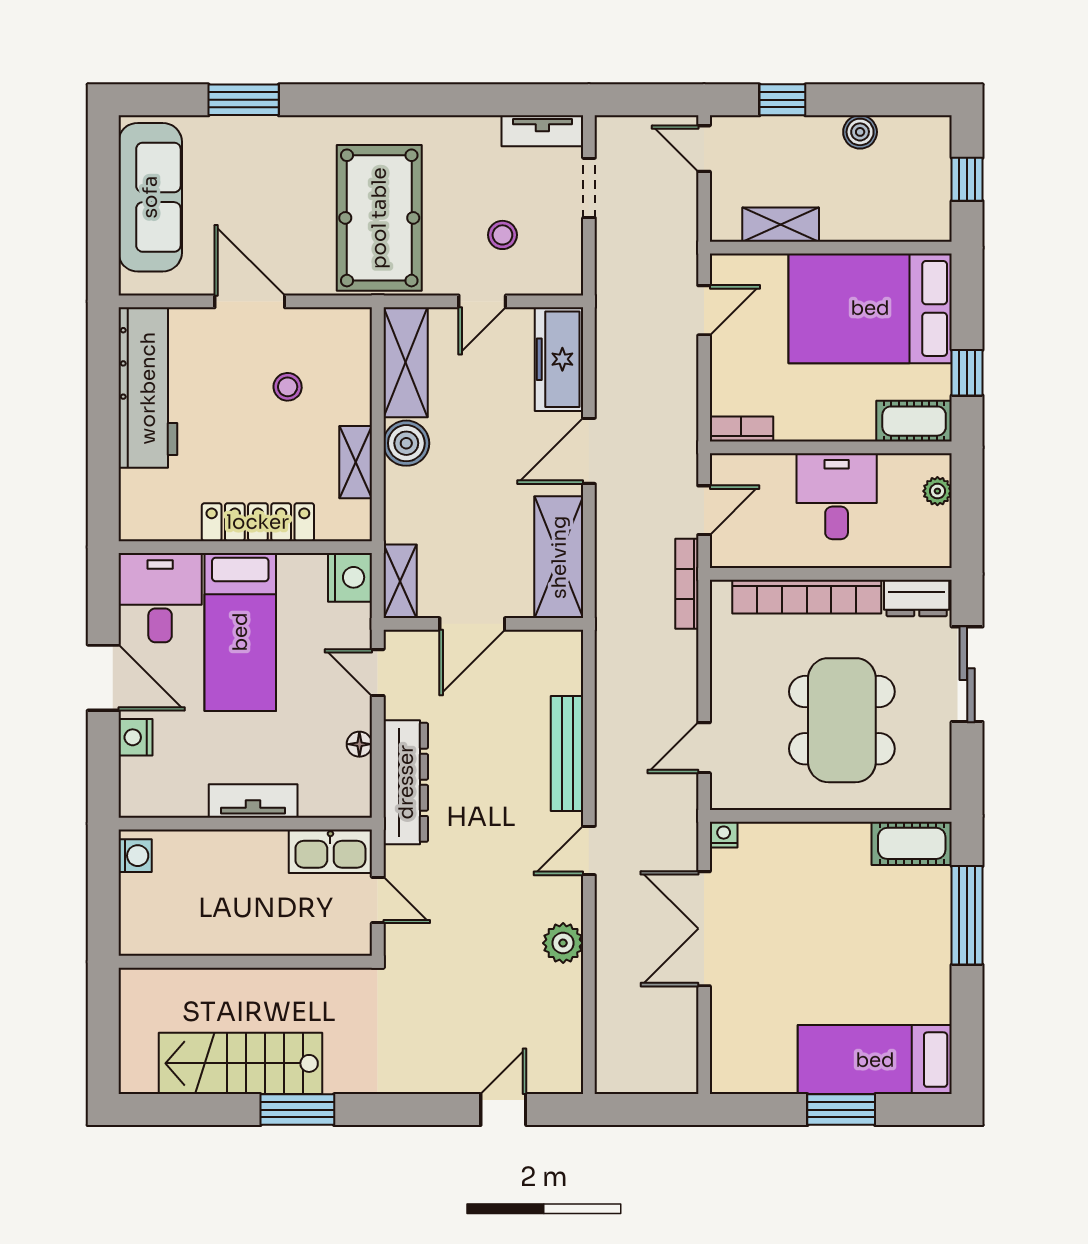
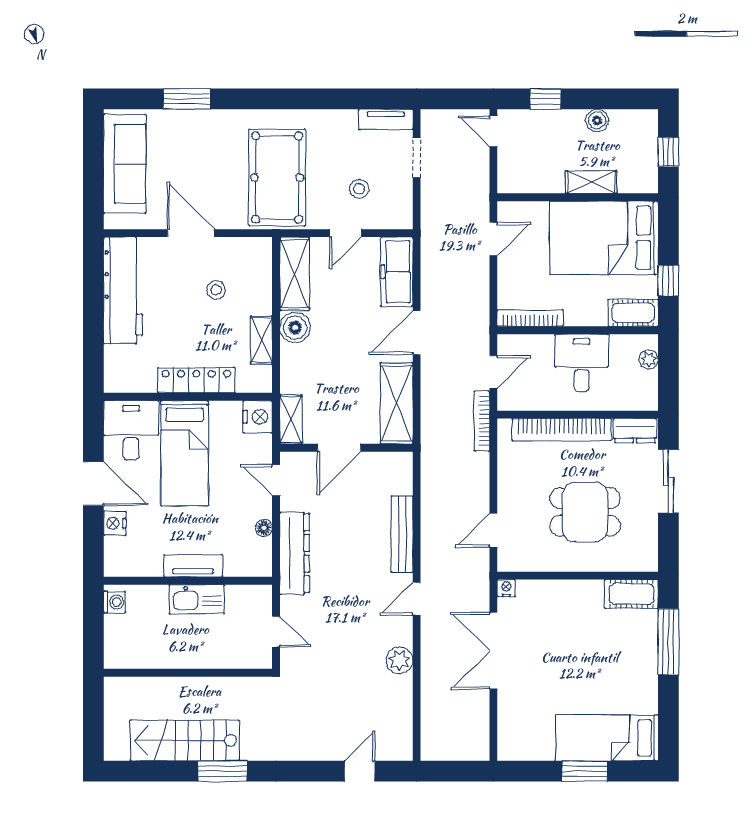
shelving: (781, 225) -> (591, 182), moved
bookcase: (741, 429) -> (530, 318), width x1.56
dining table: (842, 720) -> (585, 512), width x0.73
kitchen sink: (330, 851) -> (197, 599), moved

